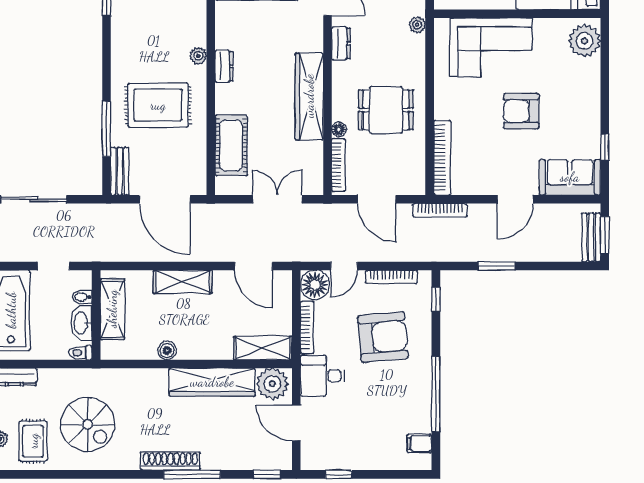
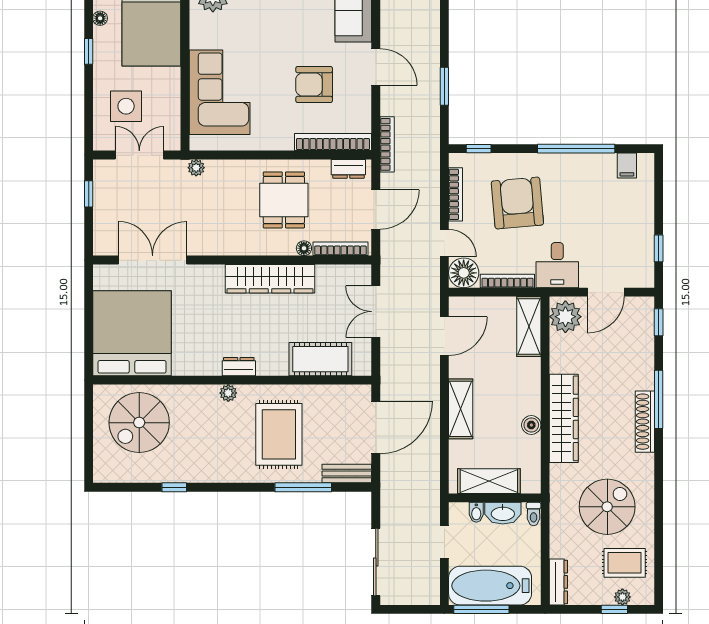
dresser: (341, 43) -> (348, 169), moved, turned 180
armchair: (521, 111) -> (314, 85), moved, turned 90
wardrobe: (212, 382) -> (564, 418), moved

